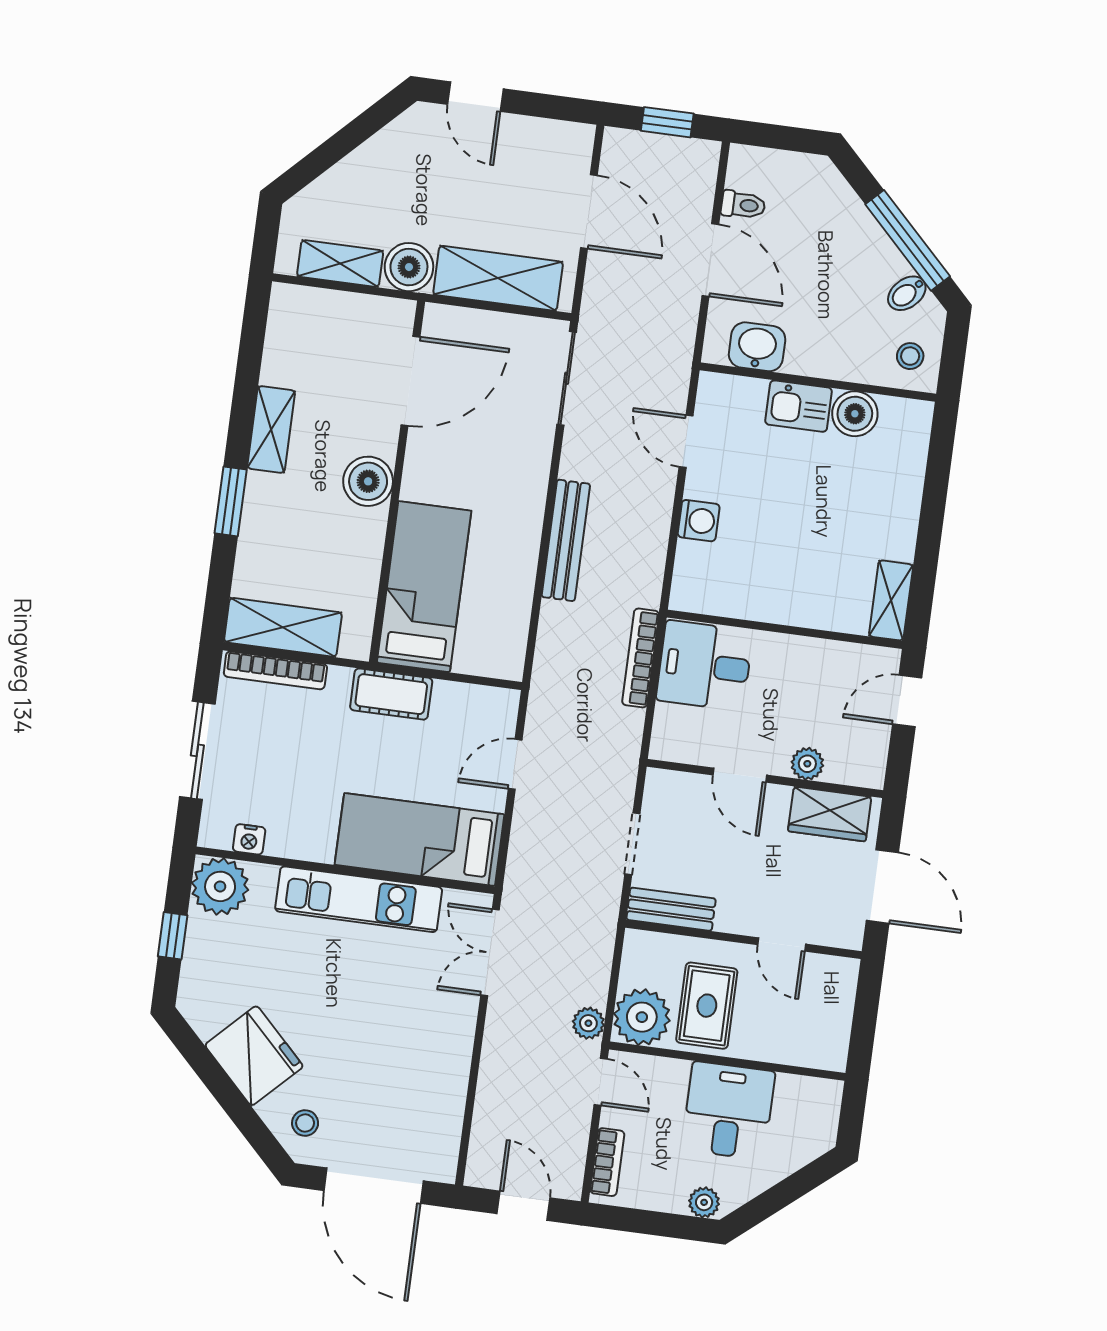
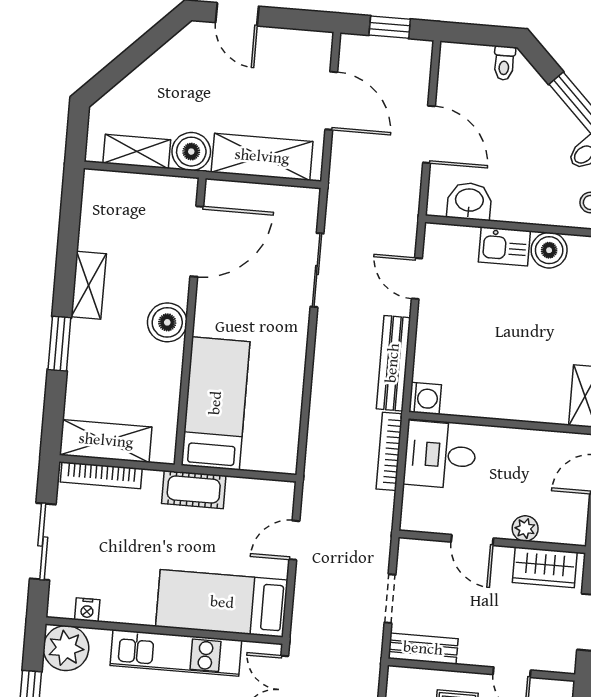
toilet: (743, 205) -> (504, 63), moved, turned 90
sliding door: (567, 378) -> (317, 270), moved
washing machine: (699, 521) -> (425, 398), moved
bench: (566, 540) -> (393, 363), moved

